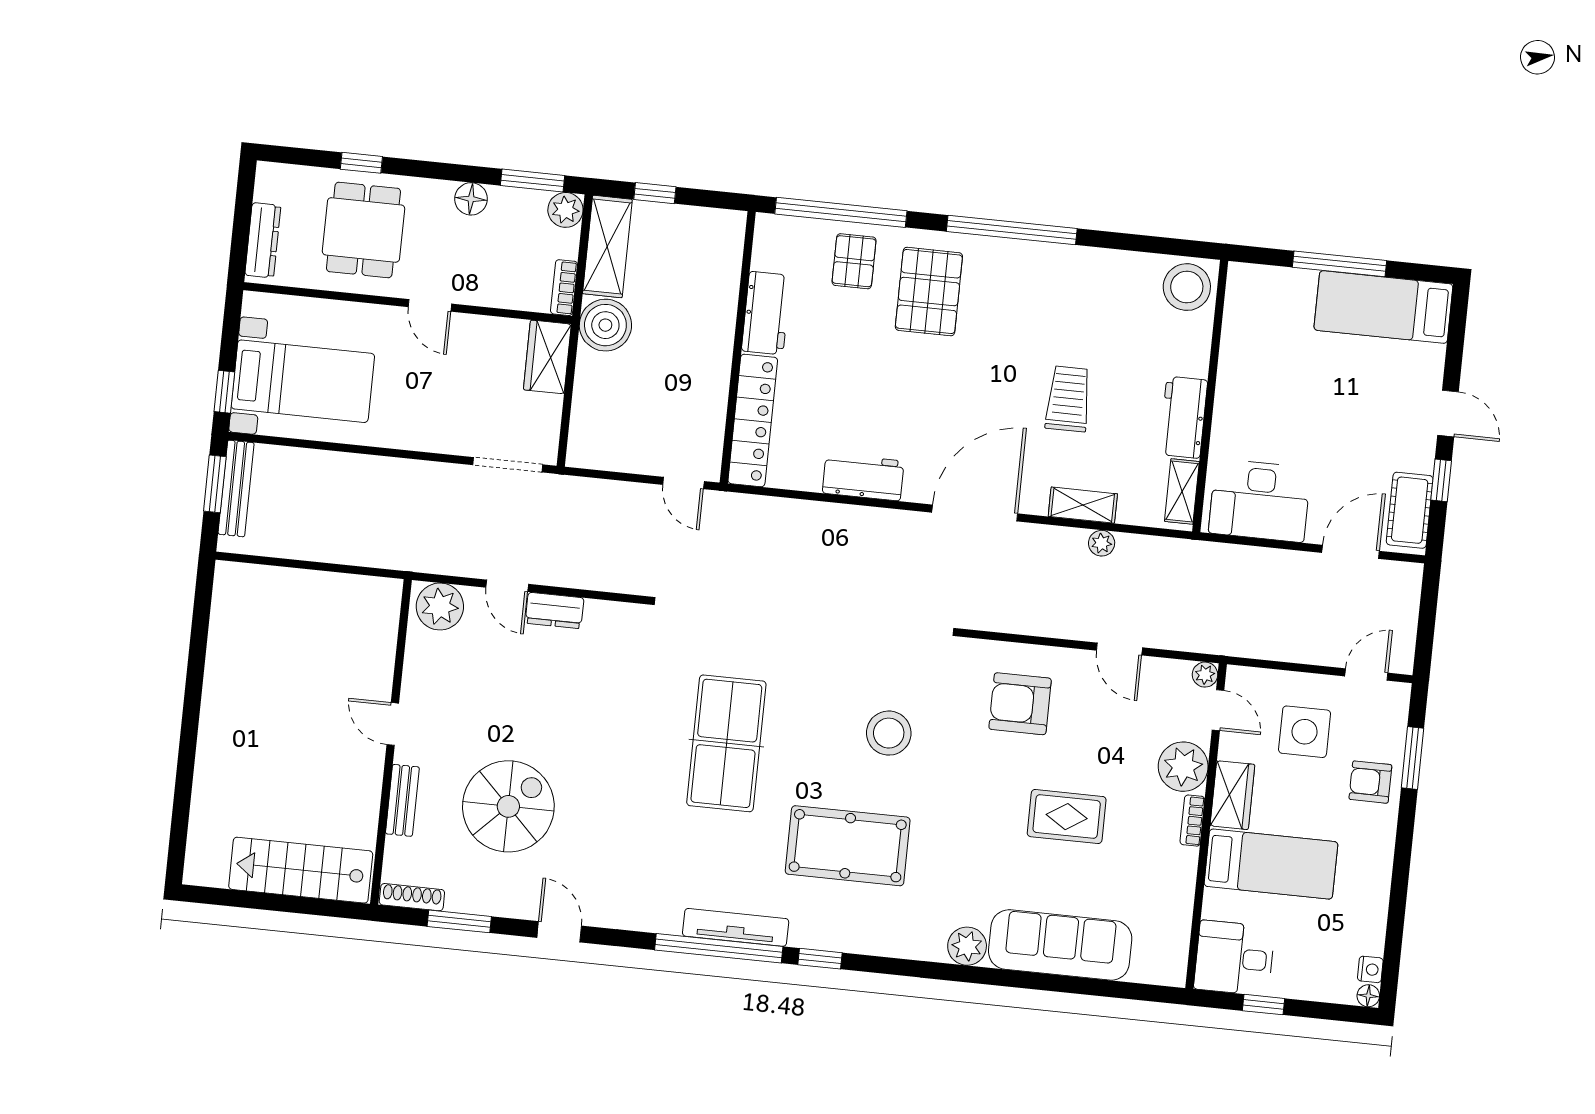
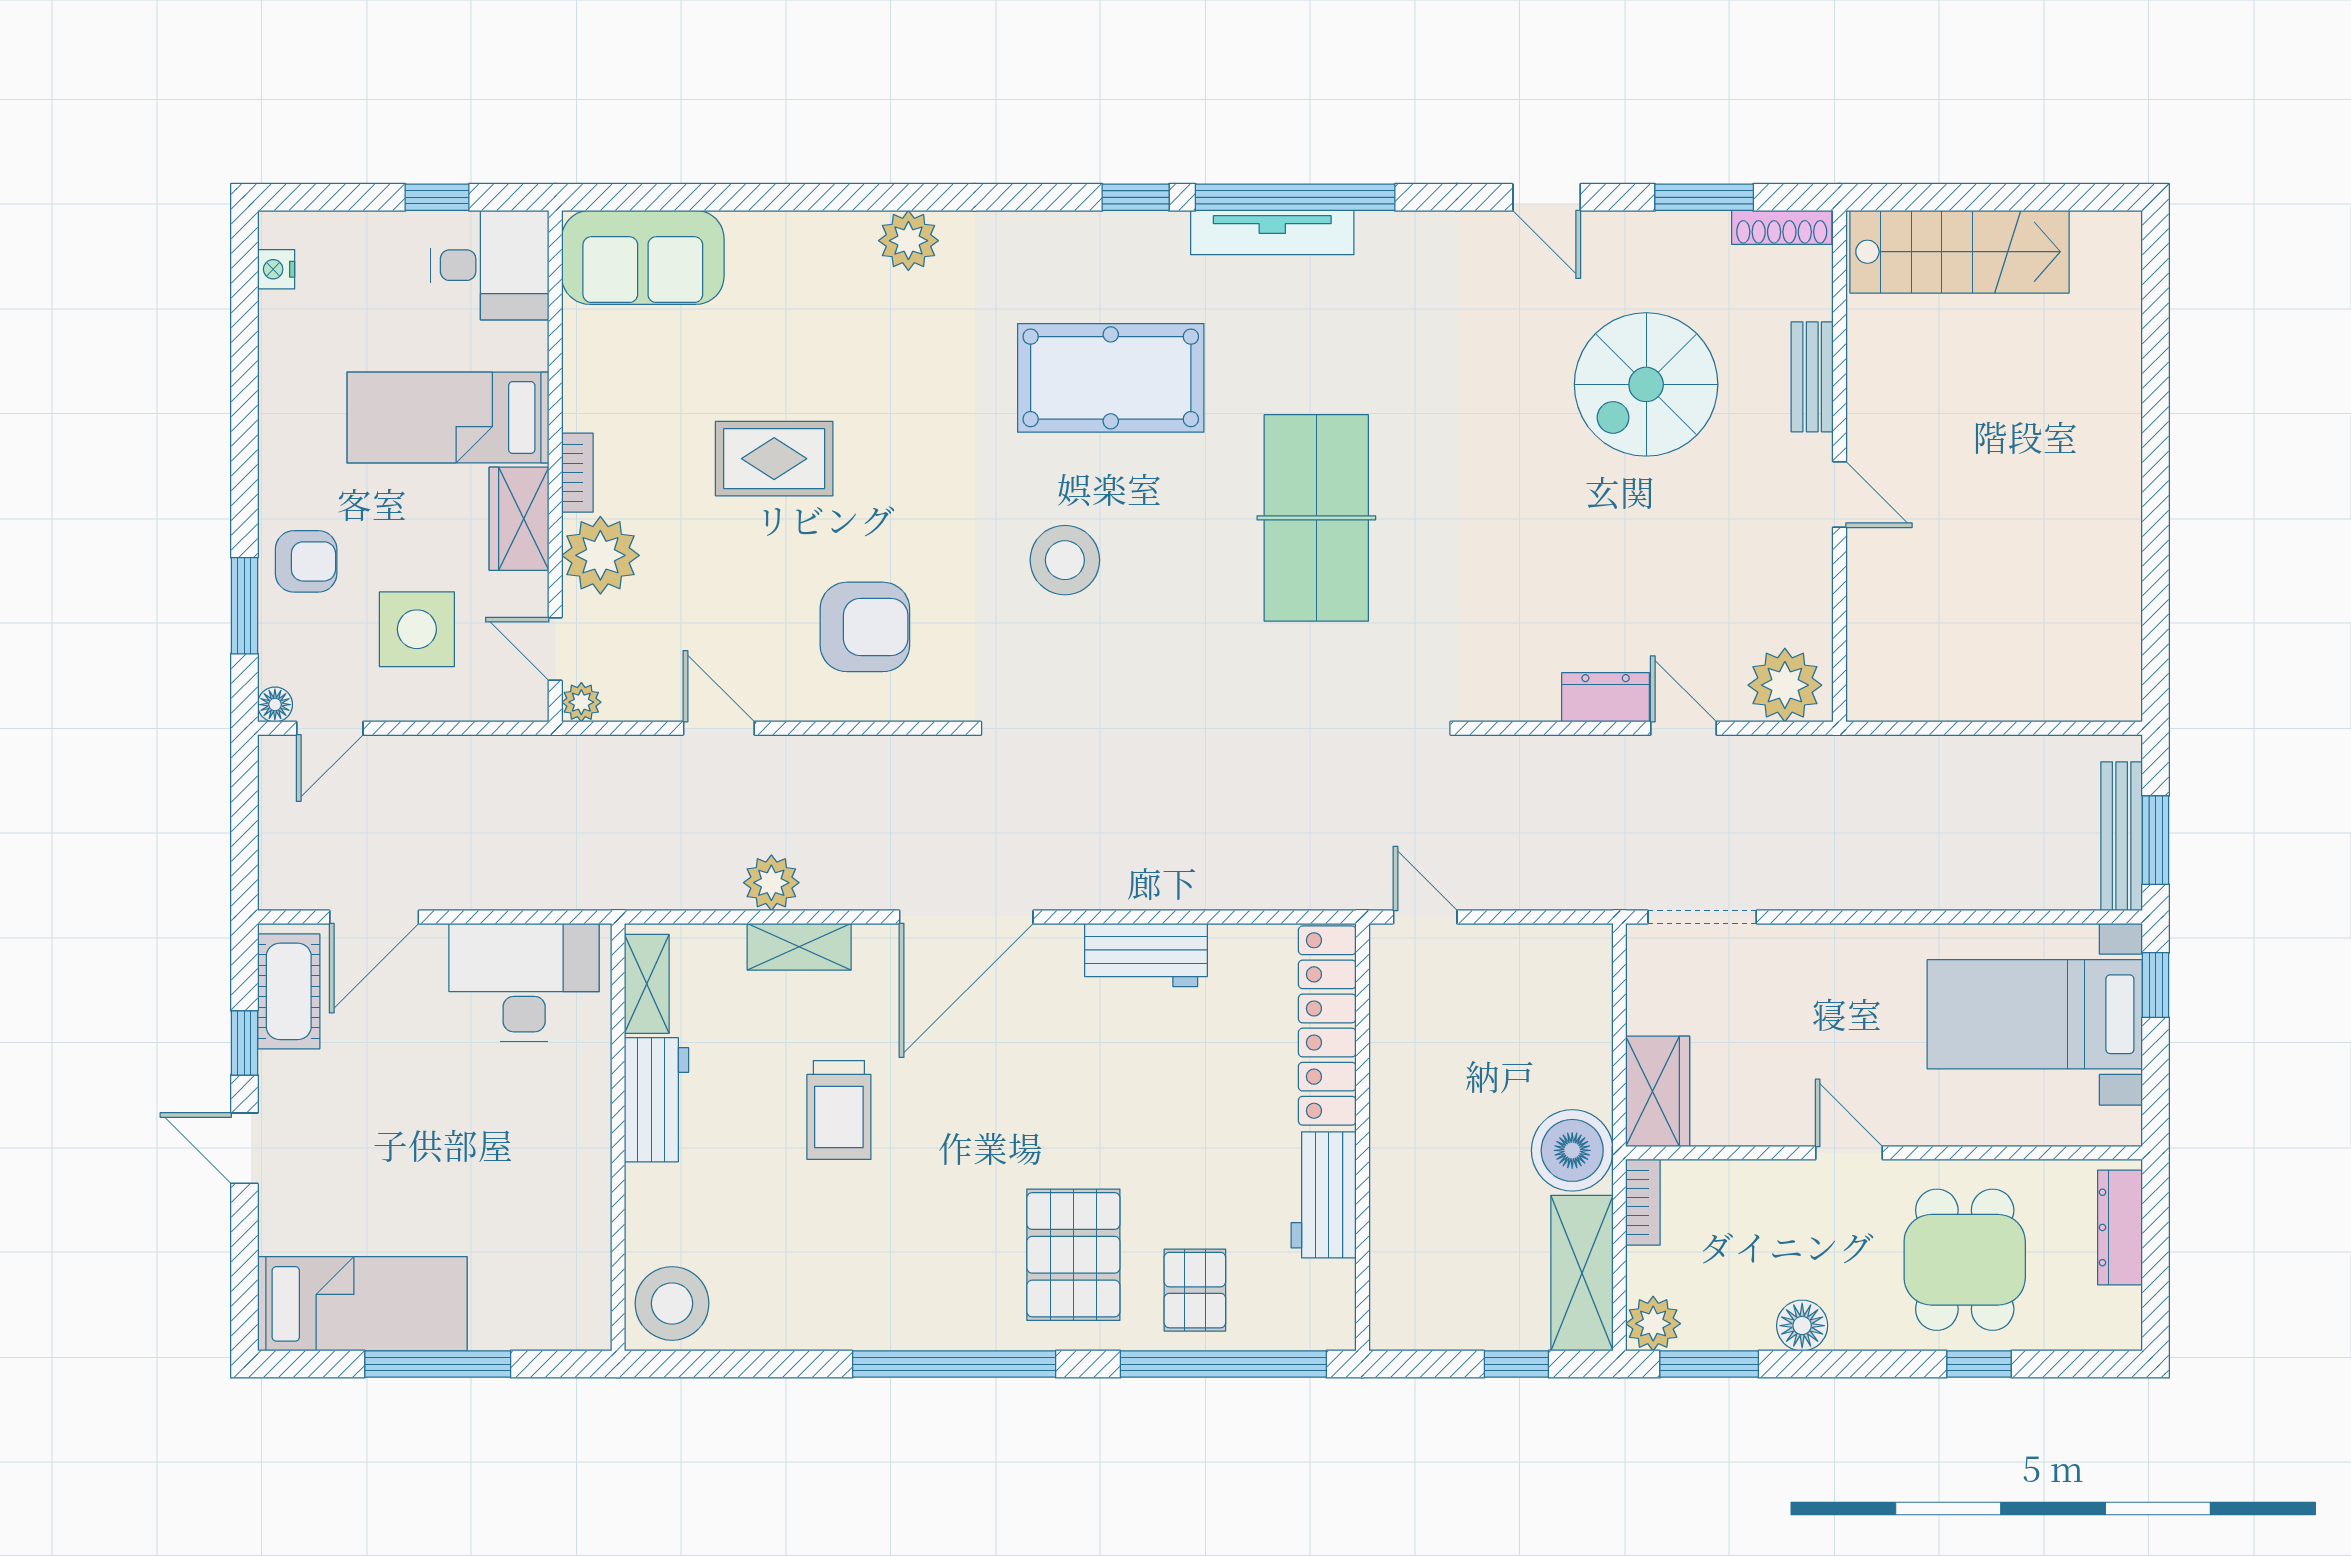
plant: (1102, 543) -> (771, 883), width x1.38, depth x1.38
sofa: (1060, 945) -> (643, 257), moved, width x0.73
floor lamp: (1368, 996) -> (275, 705), moved

